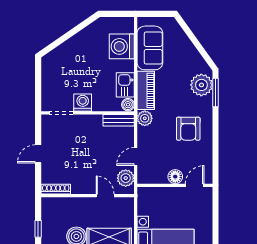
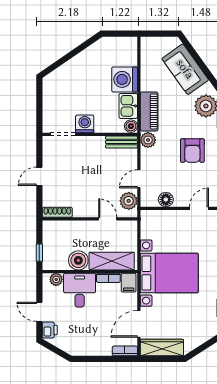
washing machine: (122, 46) -> (125, 79), moved
sofa: (150, 48) -> (185, 69), moved, turned 144
floor lamp: (175, 177) -> (166, 199), moved

